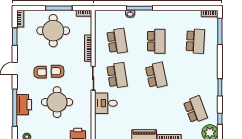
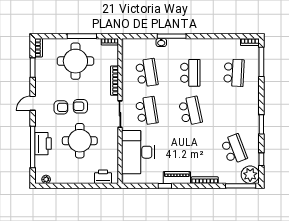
desk: (106, 103) -> (138, 152), width x1.87, depth x1.30

